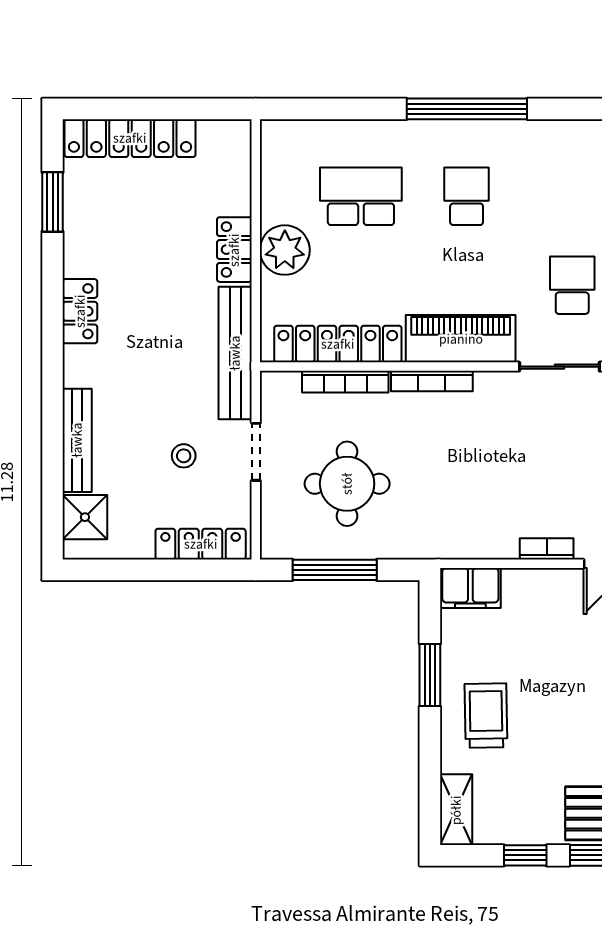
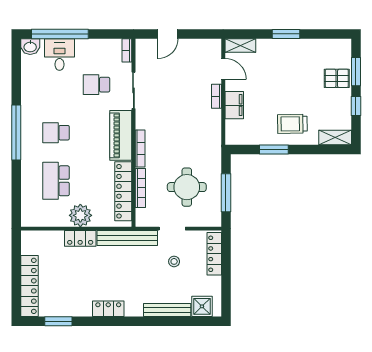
filing cabinet: (470, 588) -> (234, 105), moved

